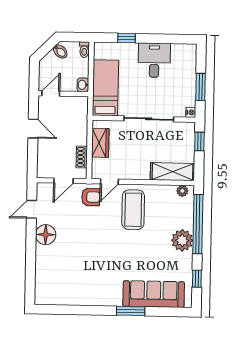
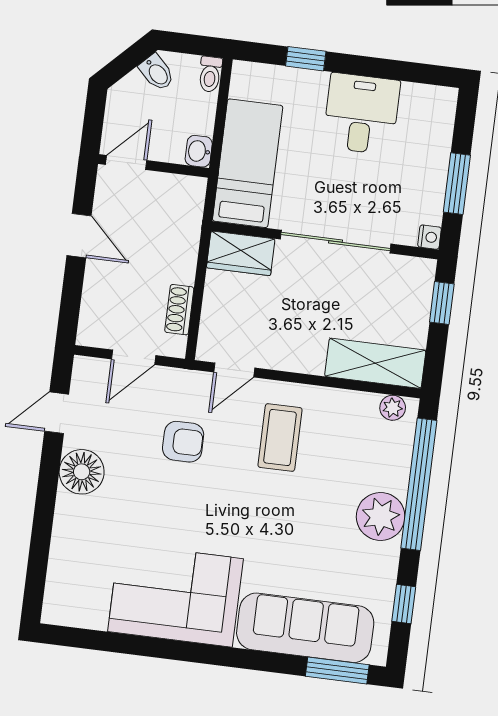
wardrobe: (100, 143) -> (241, 253), moved, turned 90
armchair: (91, 197) -> (183, 442), moved
coffee table: (133, 210) -> (280, 437), width x0.73, depth x0.76
corner sofa: (94, 286) -> (175, 595), added
window: (131, 311) -> (337, 671), moved

